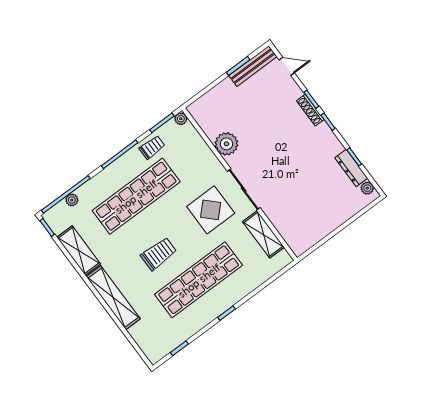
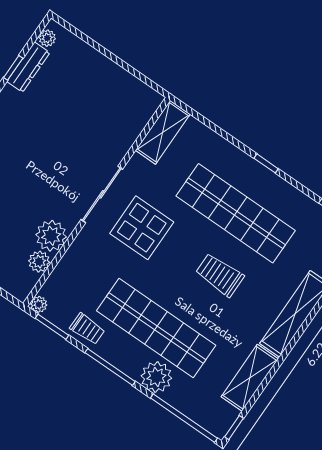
plant: (211, 129) -> (39, 262), added
trolley: (152, 147) -> (87, 329), turned 180
plant: (72, 200) -> (156, 377), moved, width x1.87, depth x1.87
shelving: (263, 234) -> (163, 132), moved

